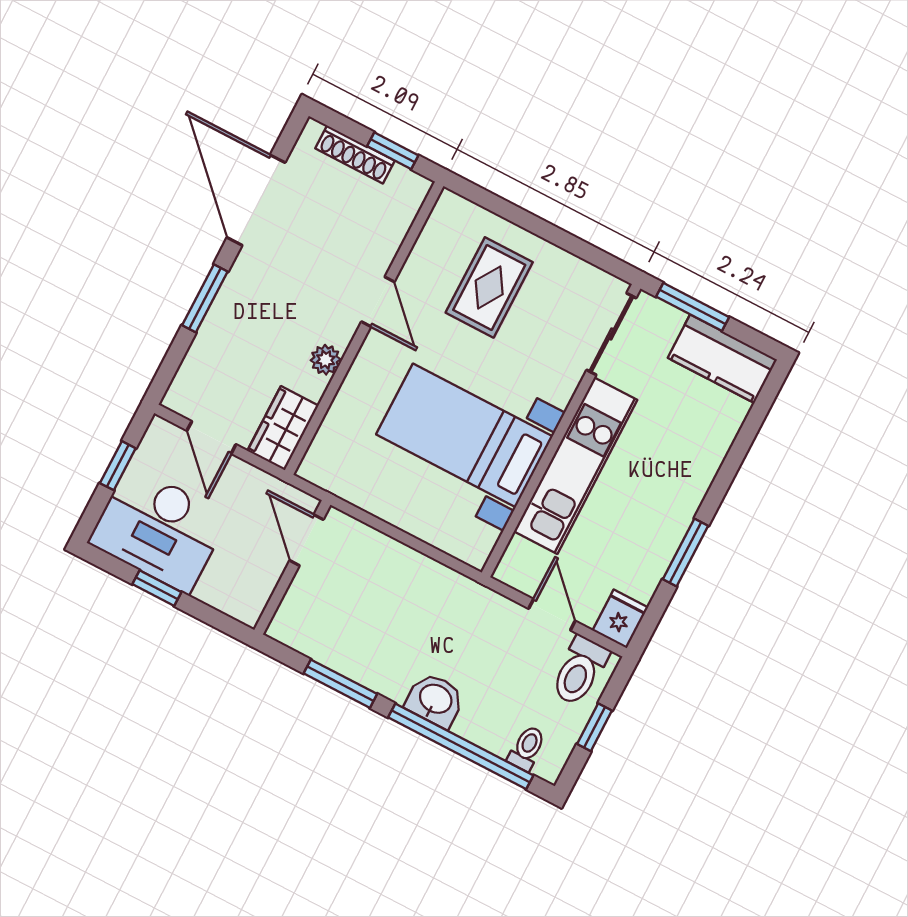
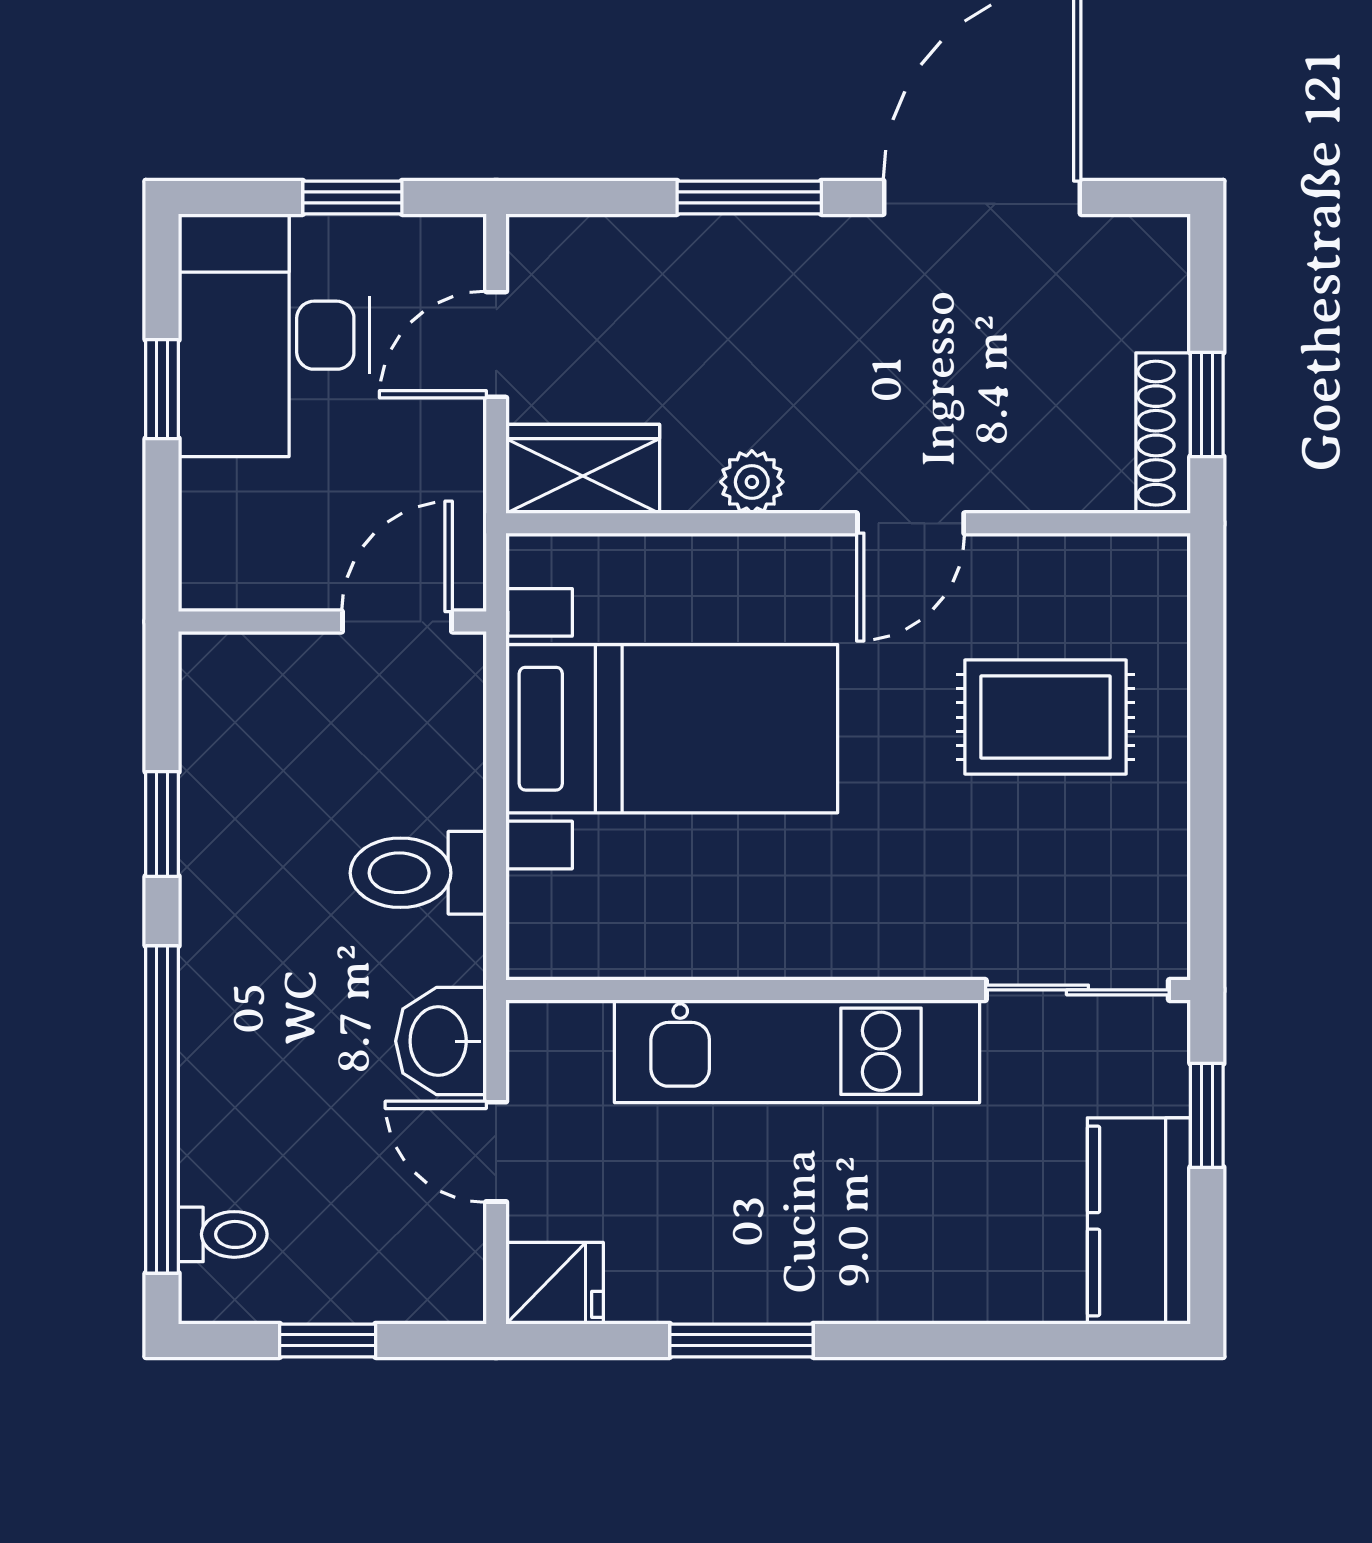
shoe rack: (355, 154) -> (1163, 433), moved
window: (693, 307) -> (1207, 1115), width x0.67
bed with nightstands: (464, 435) -> (672, 729), moved, turned 90
door: (552, 615) -> (496, 1152), swing flipped
toilet: (580, 671) -> (418, 873), moved
window: (340, 684) -> (162, 824), width x0.67
washbasin: (435, 700) -> (441, 1041), moved, turned 180

